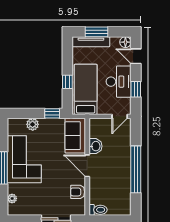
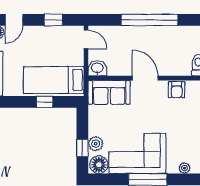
desk: (119, 82) -> (44, 40), removed
window: (52, 113) -> (82, 148), moved
floor lamp: (15, 127) -> (99, 165), added
washbasin: (95, 146) -> (97, 68), moved
door: (87, 166) -> (145, 78), swing flipped

